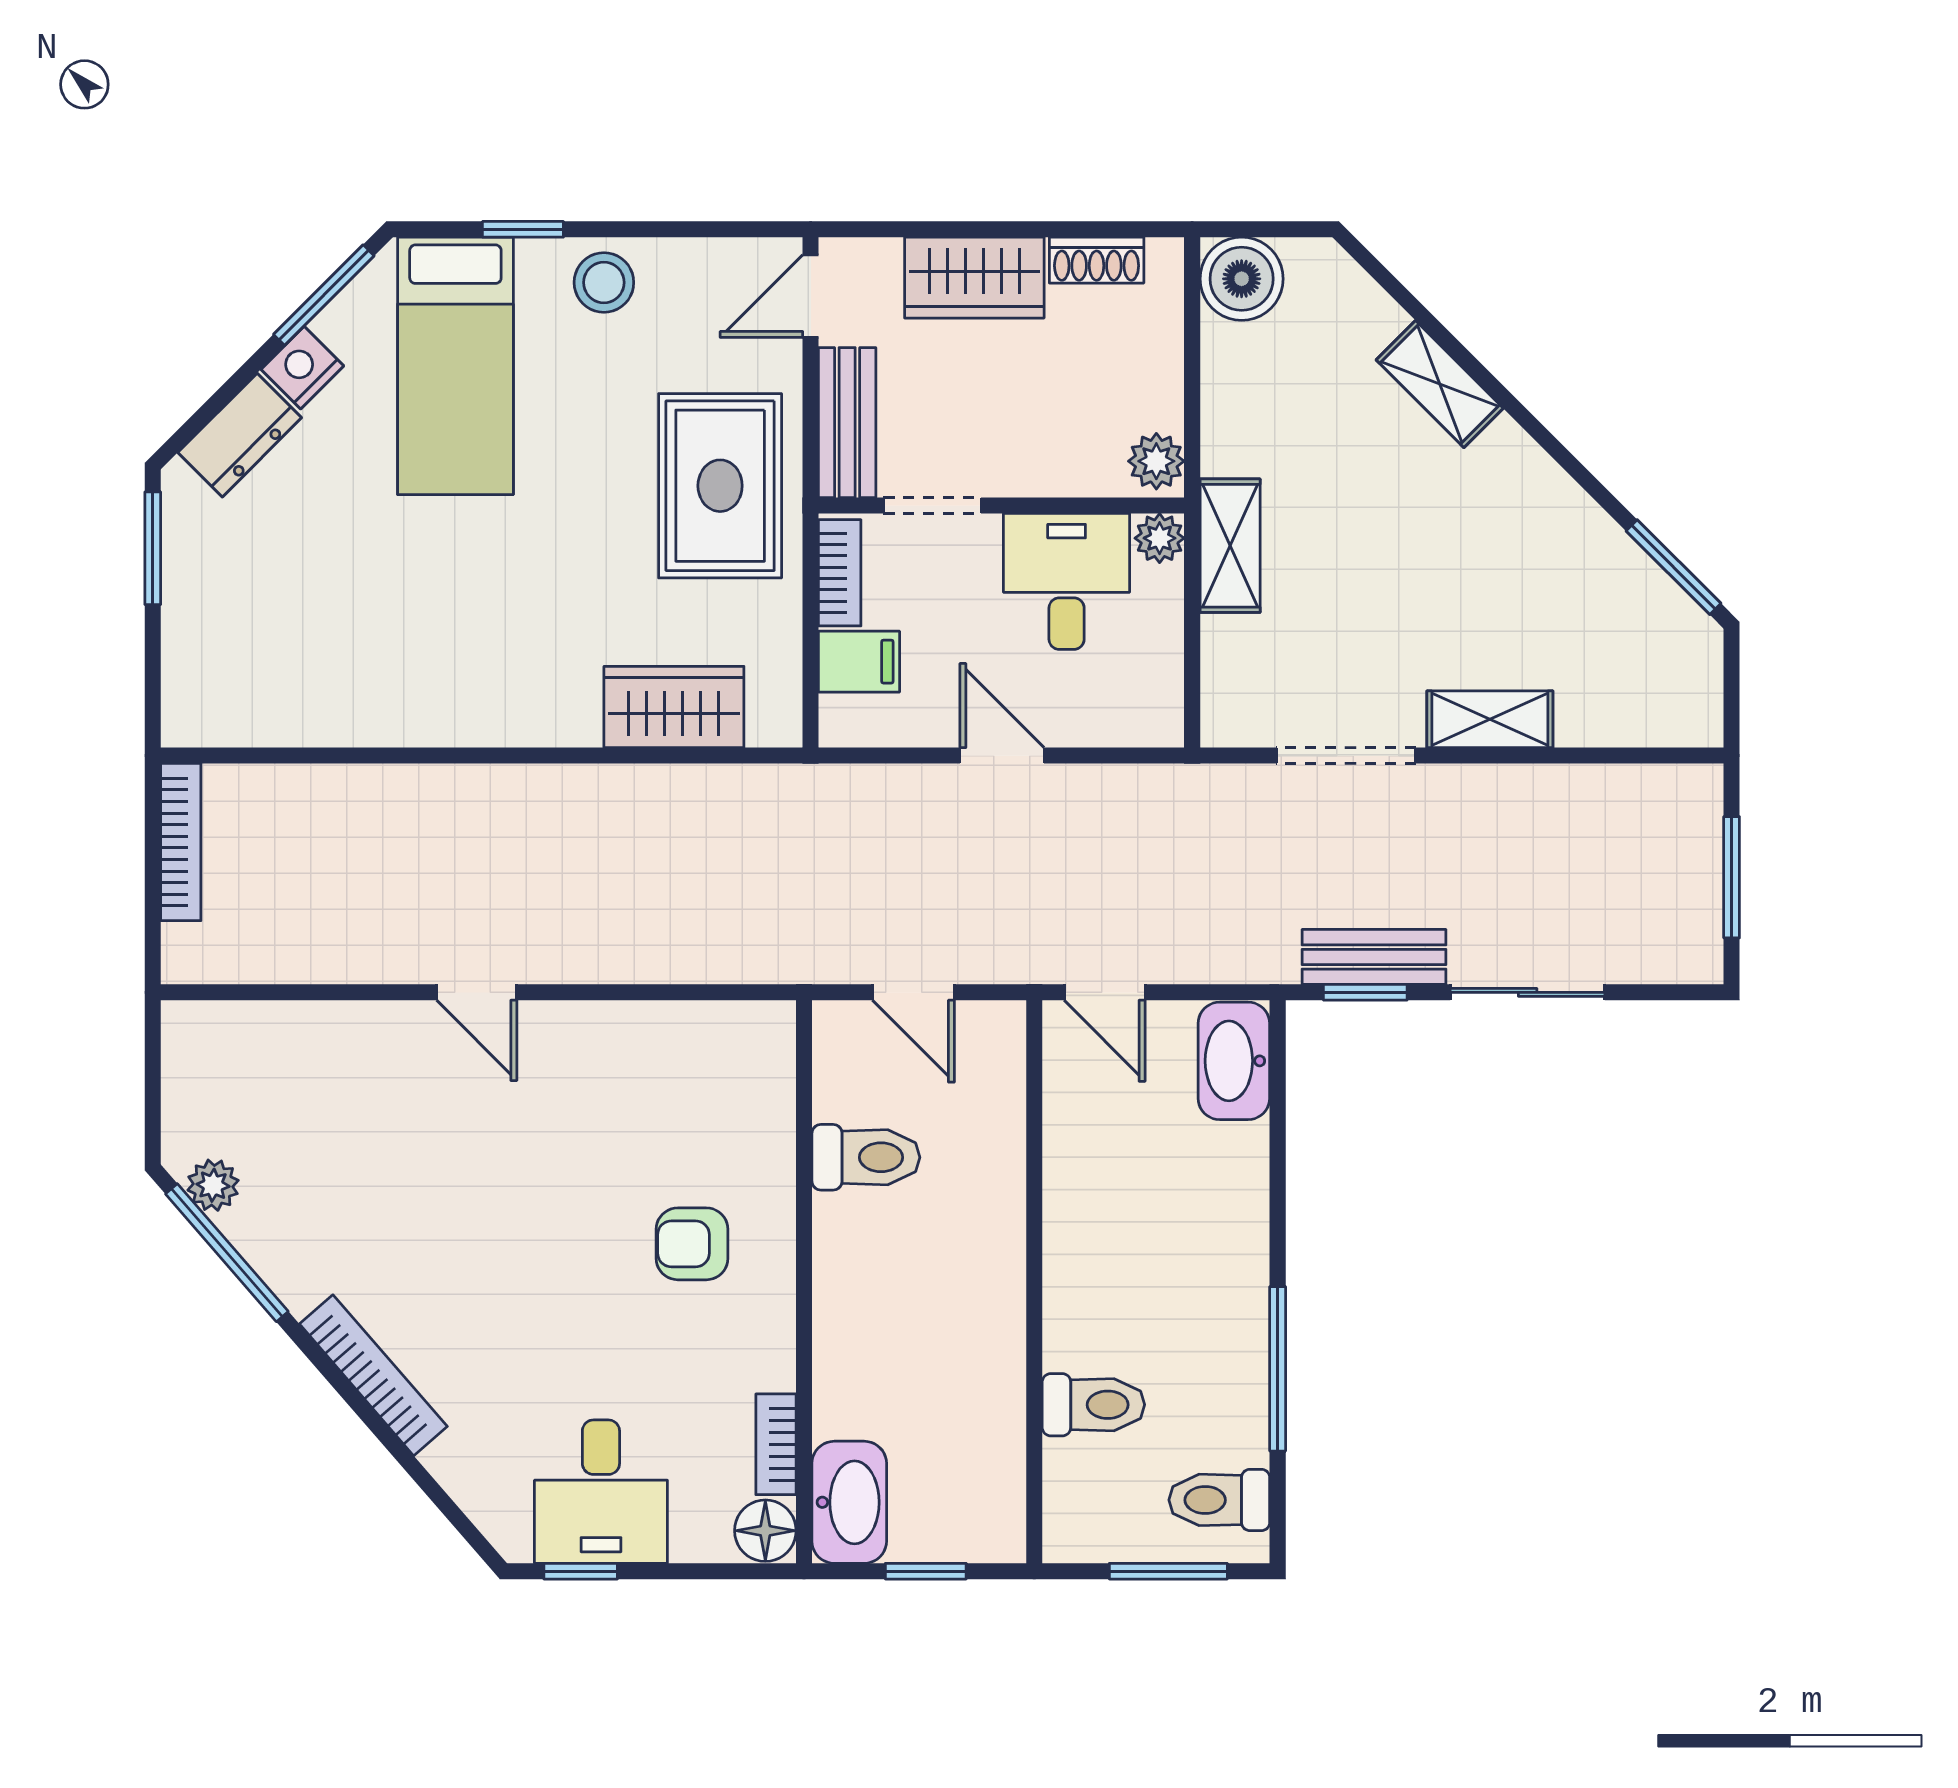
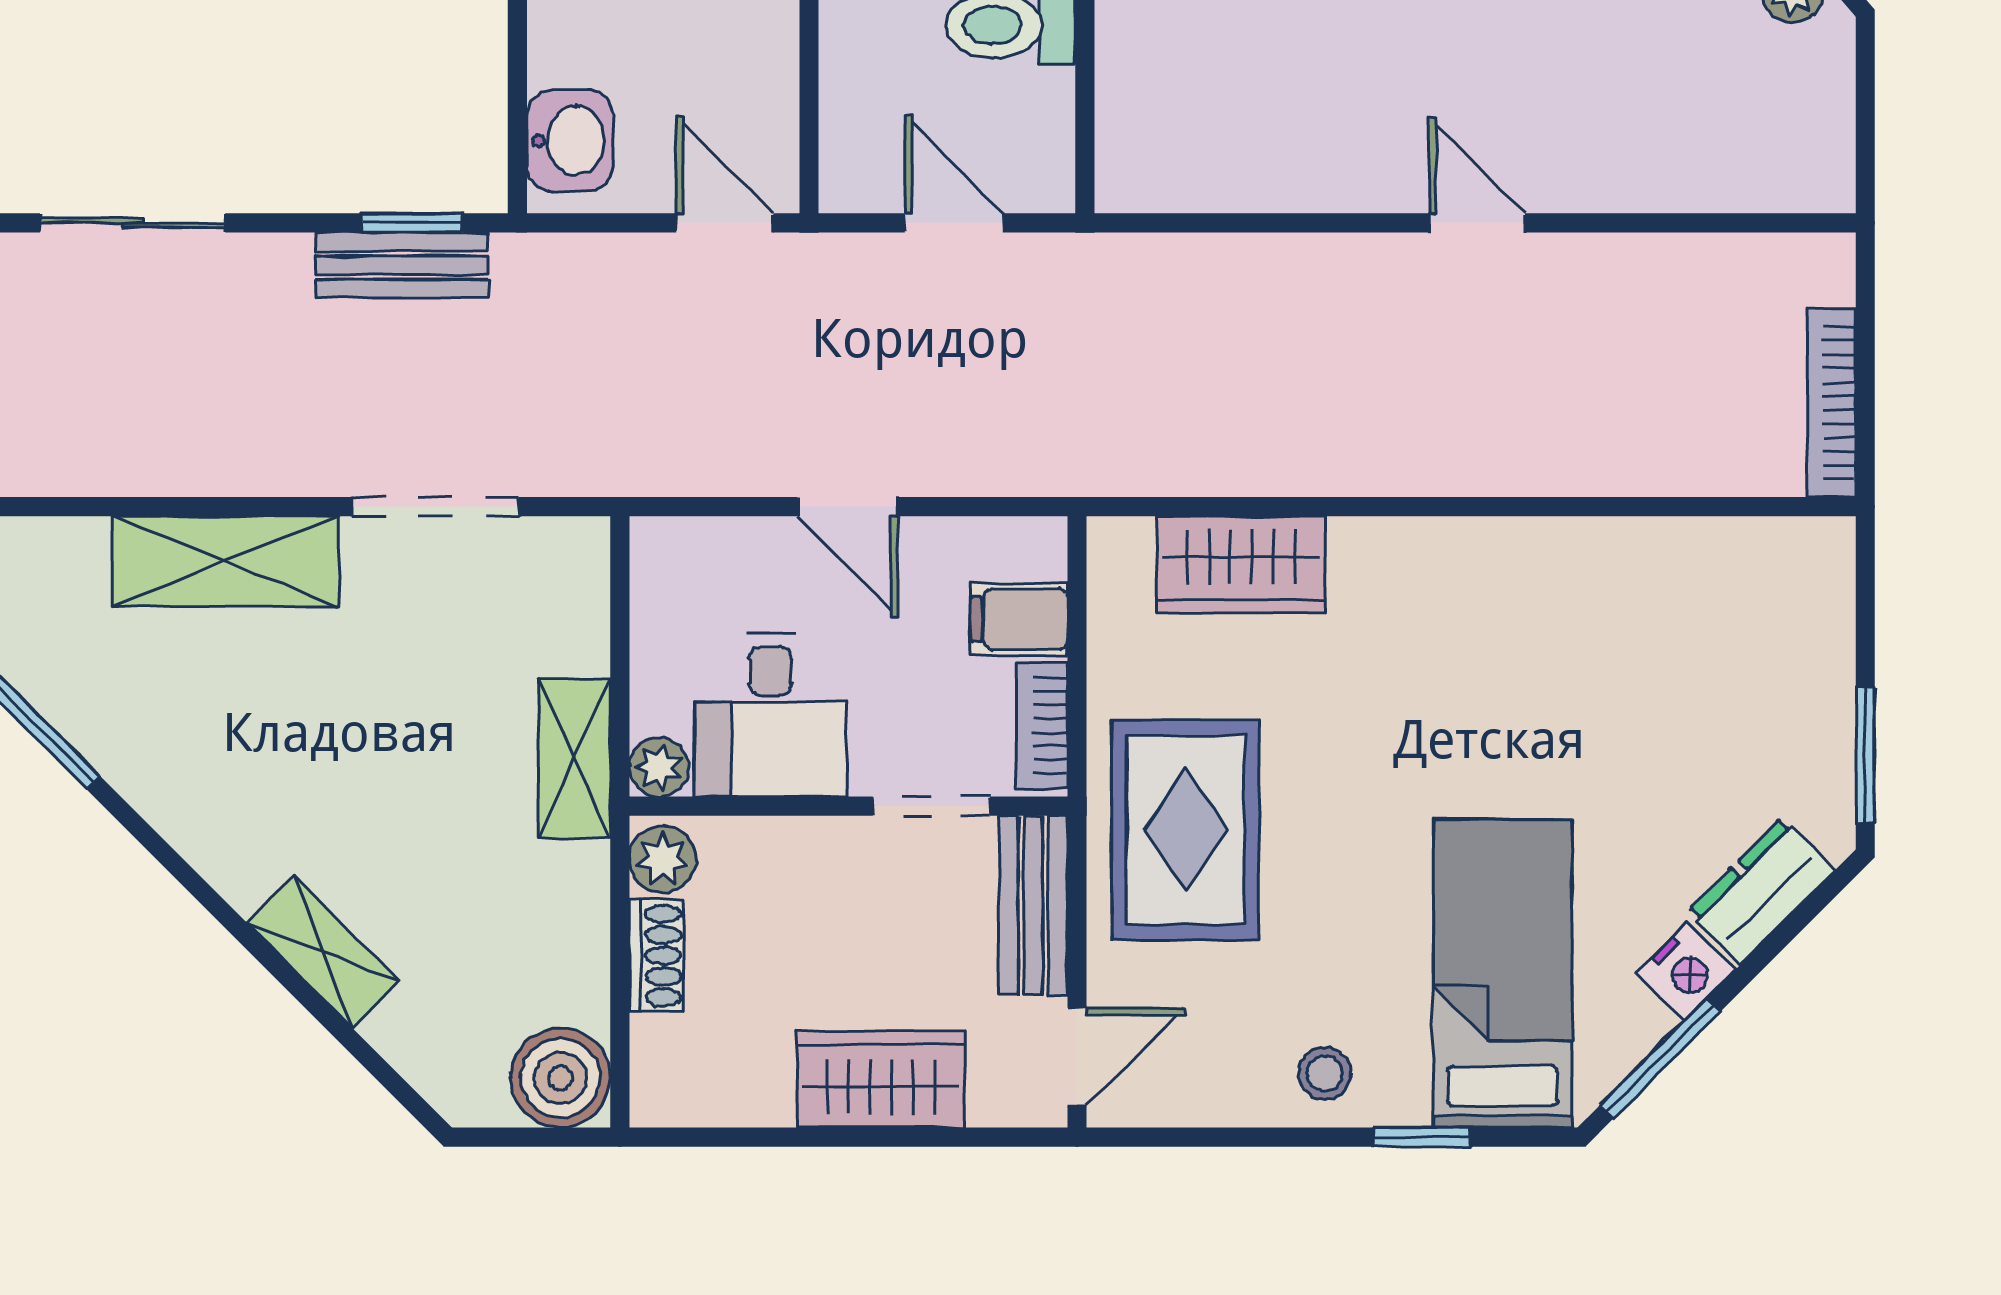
shoe rack: (1097, 260) -> (657, 956), moved, turned 90
stool: (604, 282) -> (1325, 1073), width x0.73, depth x0.73
shelving: (1490, 719) -> (225, 561), width x1.50, depth x1.33
sliding door: (1528, 992) -> (133, 223), moved
washbasin: (1234, 1061) -> (570, 141), width x0.72

